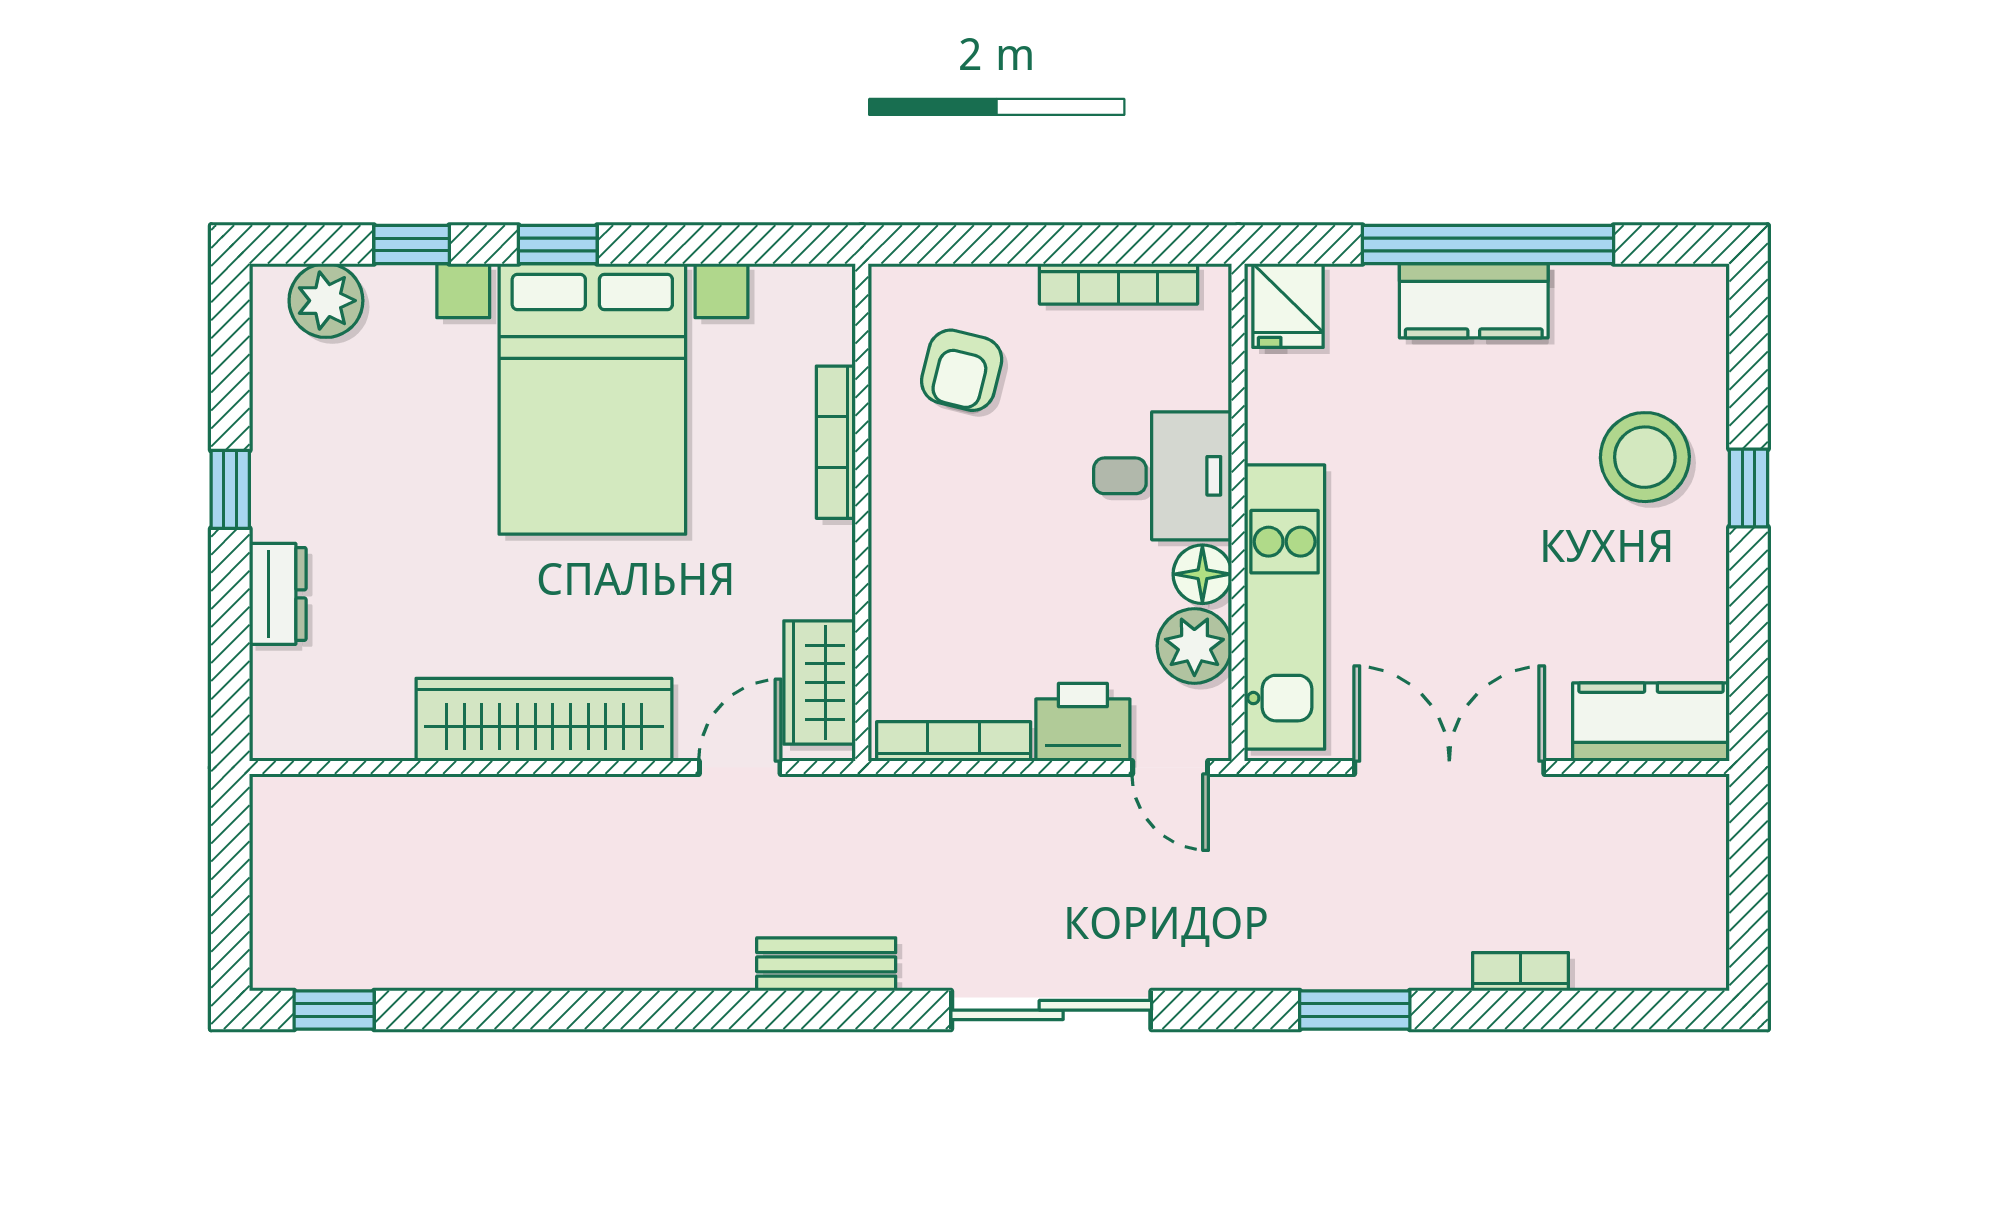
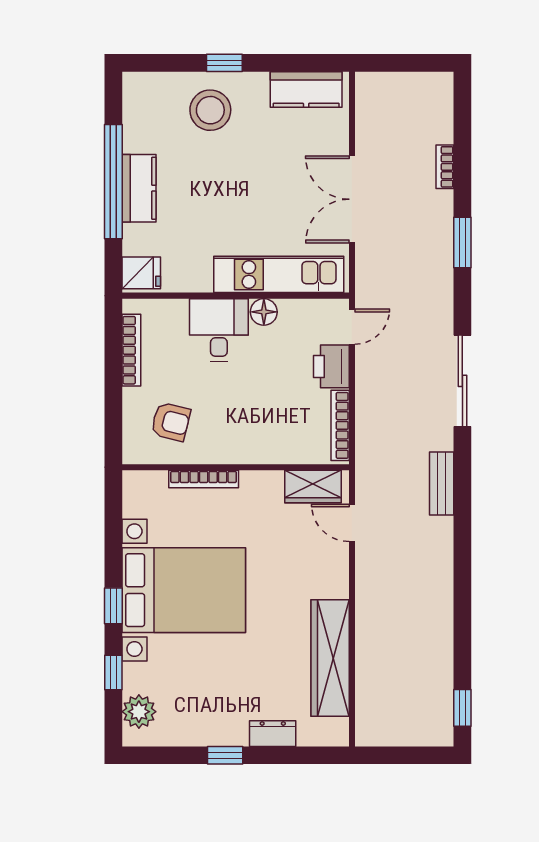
plant: (1194, 646) -> (296, 316), removed
wardrobe: (544, 720) -> (330, 658), moved
kitchen counter: (1651, 722) -> (306, 90), moved, turned -90

